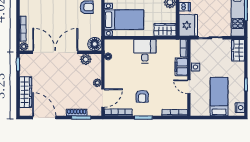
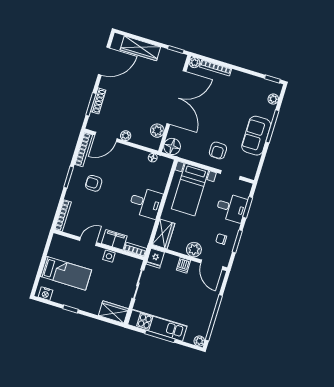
fridge: (188, 25) -> (155, 258), width x0.53, depth x0.75
door: (103, 98) -> (106, 137), hinge flipped

